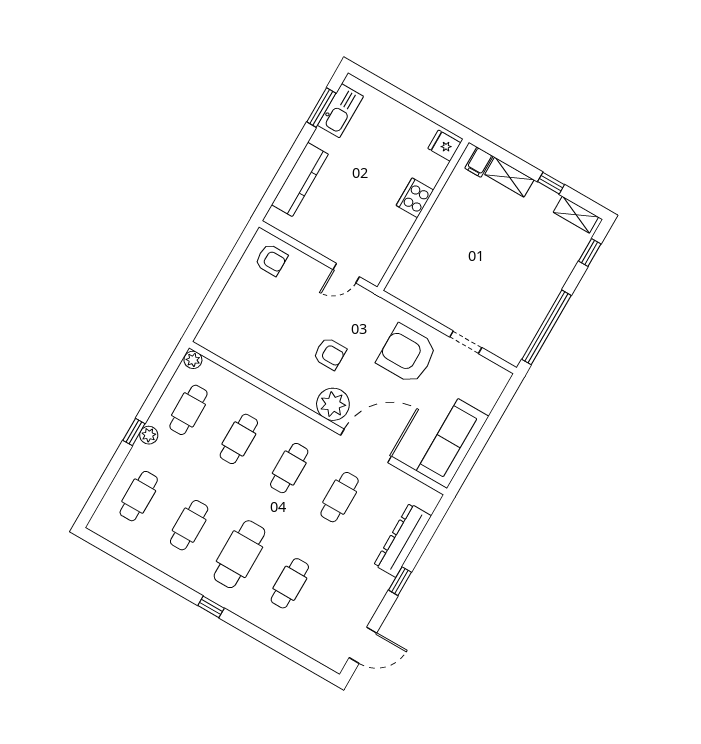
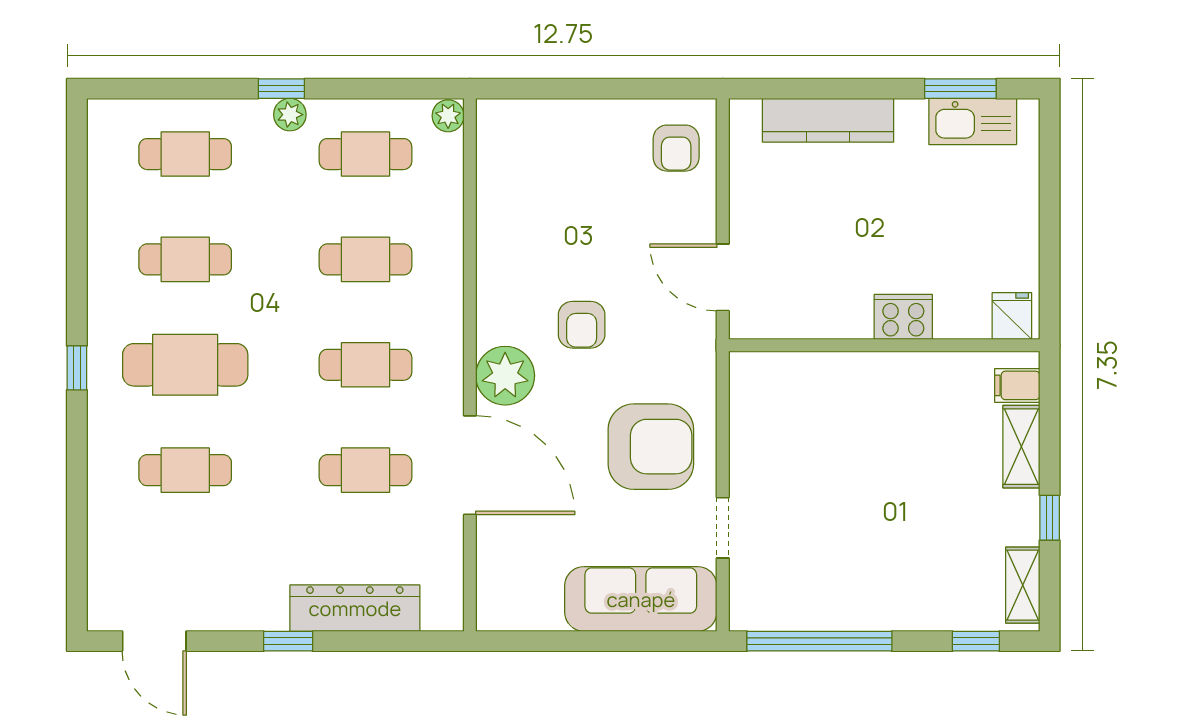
door: (346, 273) -> (723, 277), width x1.38
armchair: (407, 354) -> (651, 447), turned 90
sofa: (453, 444) -> (641, 599), moved

